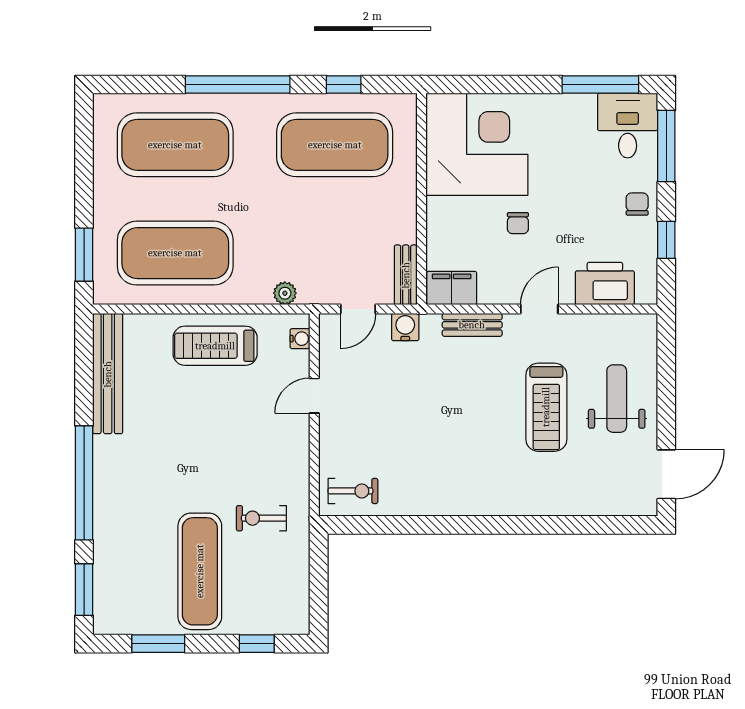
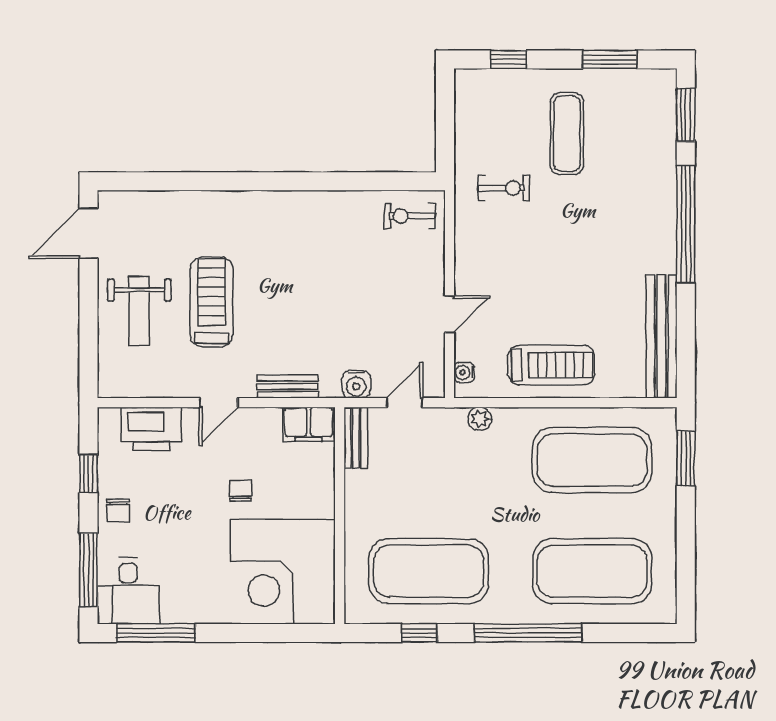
exercise mat: (200, 571) -> (567, 134), width x0.73, depth x0.69

